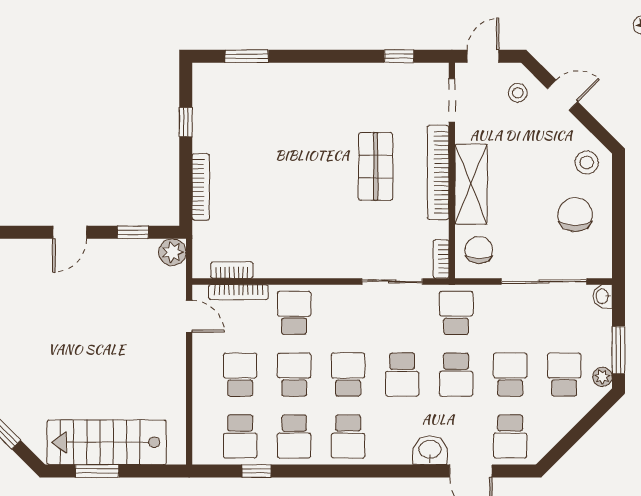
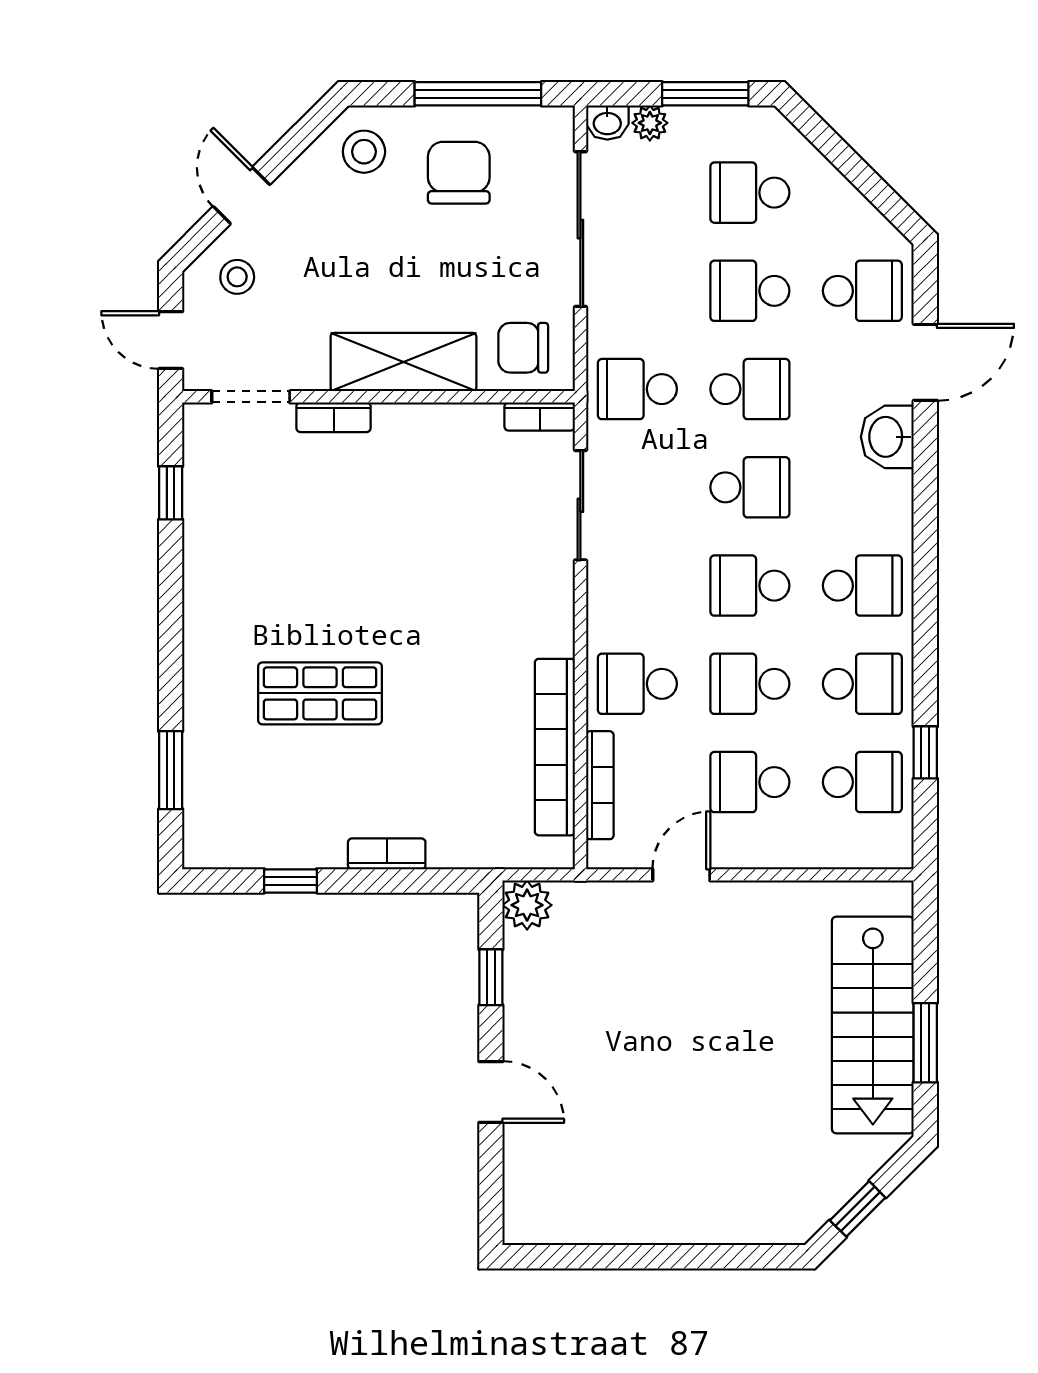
shop shelf: (376, 166) -> (320, 693), moved
bookcase: (438, 173) -> (334, 417), width x0.43, depth x0.76
bookcase: (201, 187) -> (387, 854), width x0.64
chair: (575, 215) -> (459, 173), turned 90
window: (618, 225) -> (478, 94), added
bookcase: (232, 270) -> (555, 747), width x2.31, depth x1.31
door: (189, 316) -> (681, 875), moved
plant: (602, 377) -> (650, 123), moved

